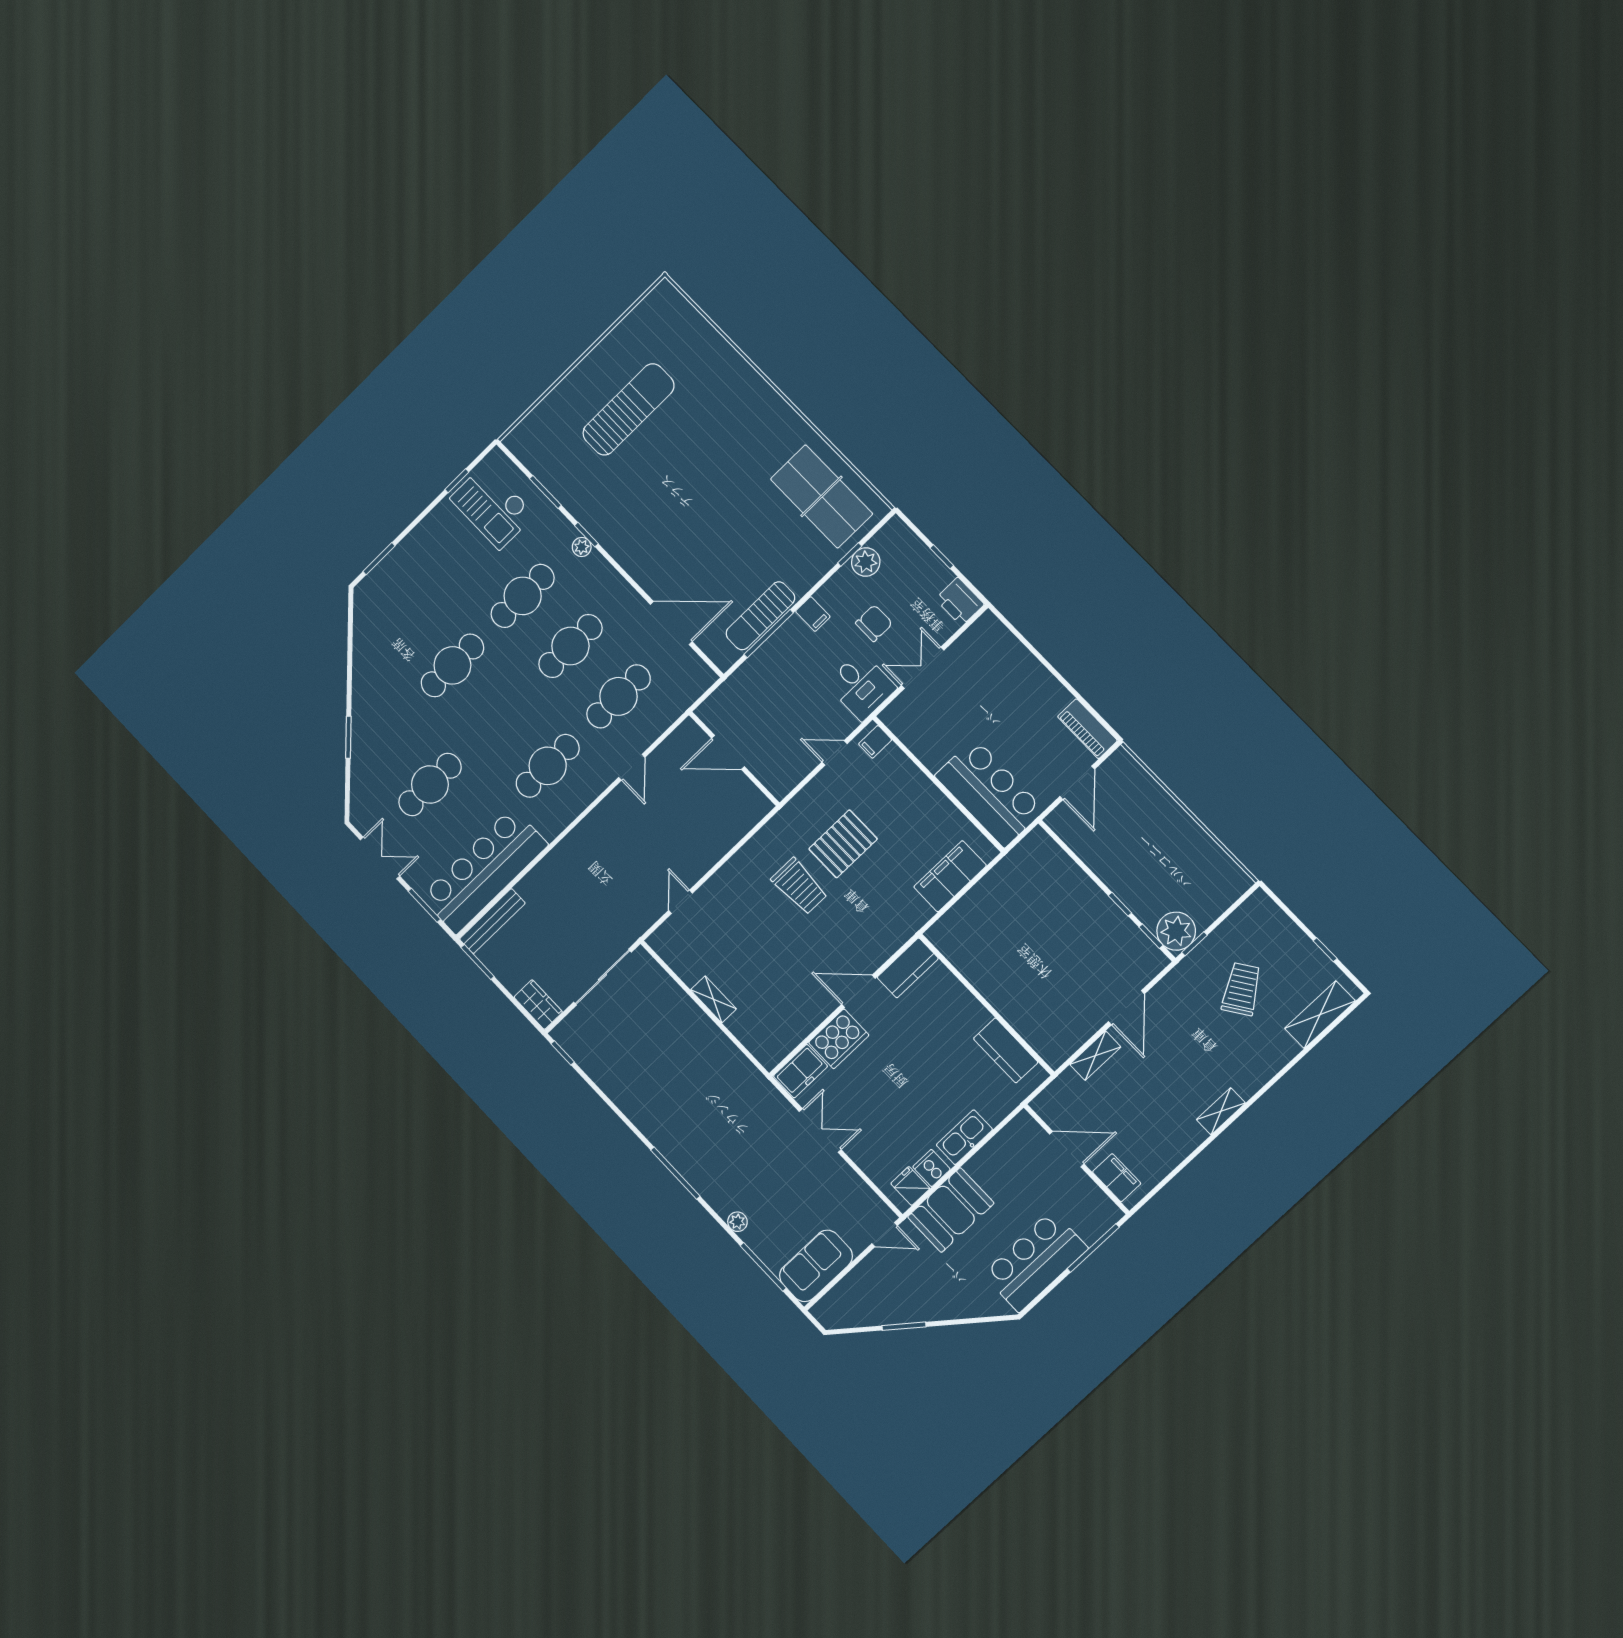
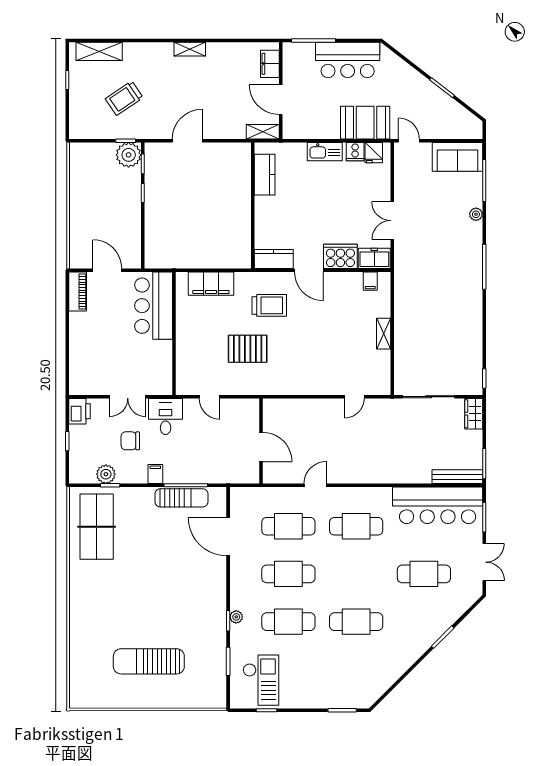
filing cabinet: (875, 742) -> (370, 281), moved, turned 90
door: (1077, 783) -> (107, 270), hinge flipped
double door: (380, 858) -> (484, 562), swing flipped
trolley: (799, 886) -> (269, 305), moved, turned 90
shelving: (1095, 1056) -> (263, 132), moved

